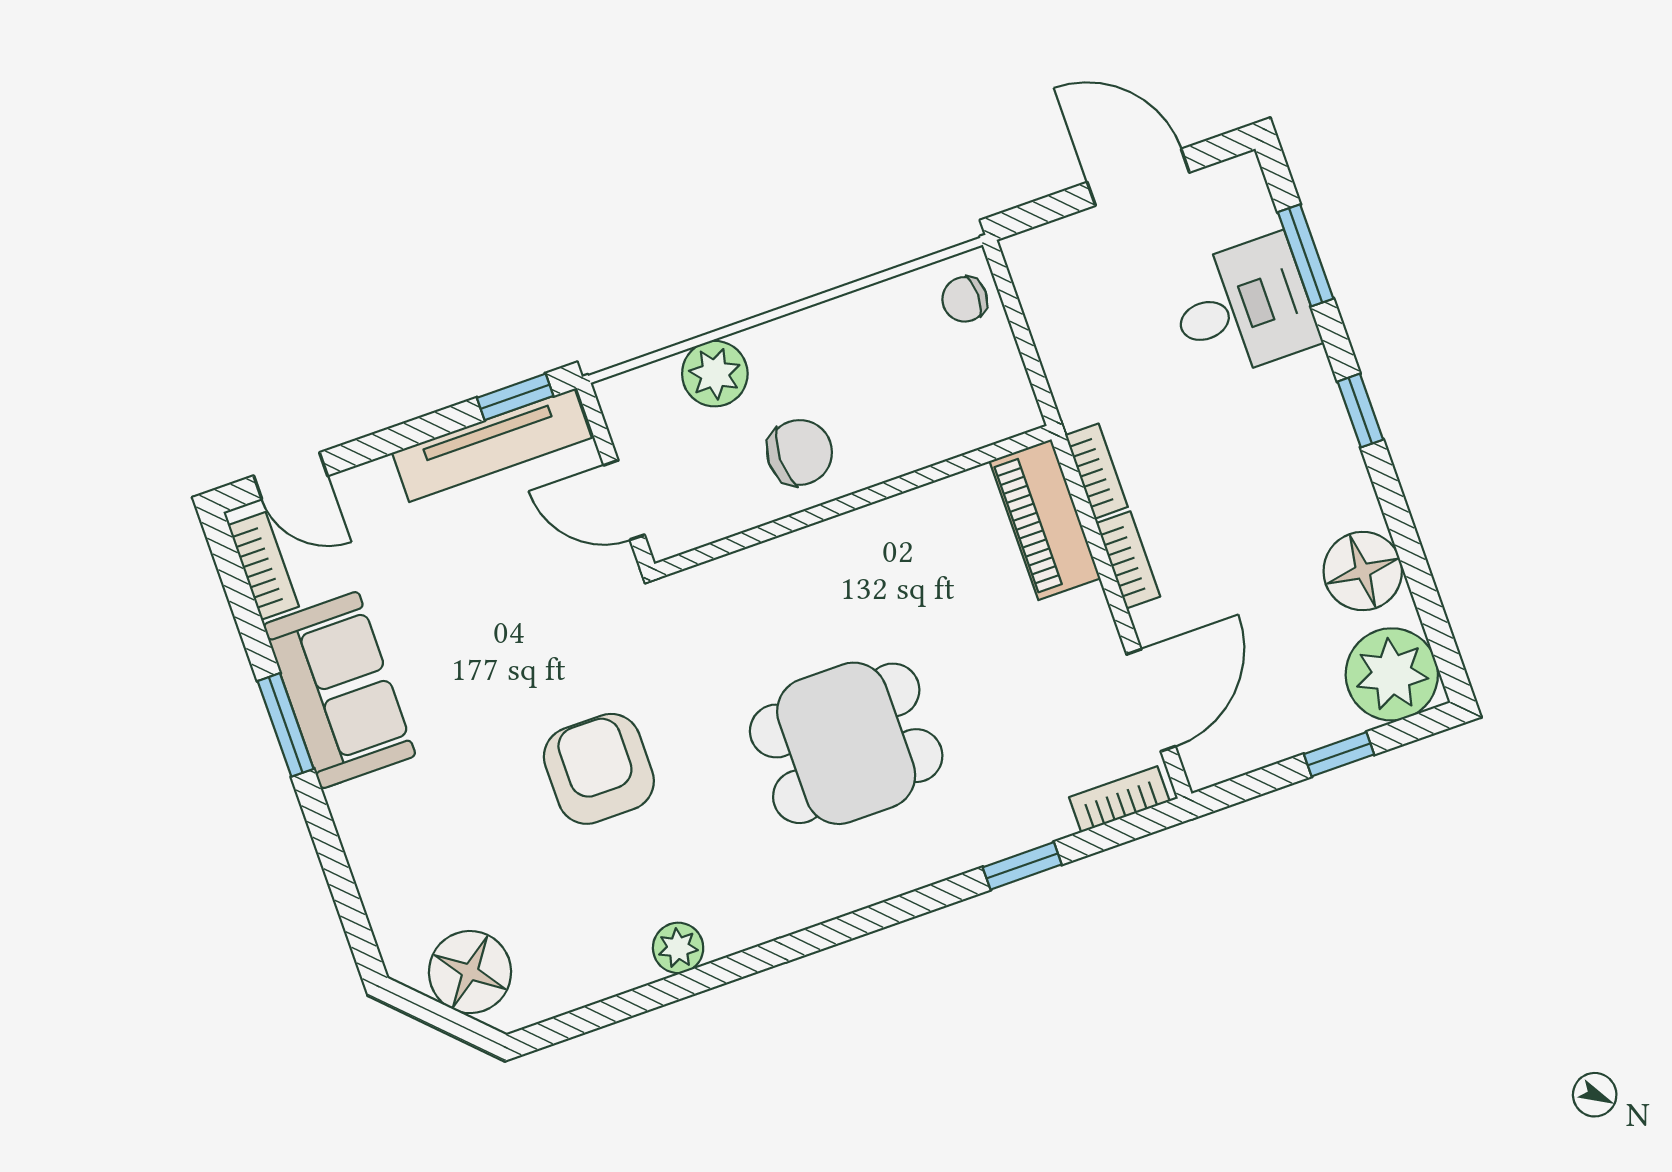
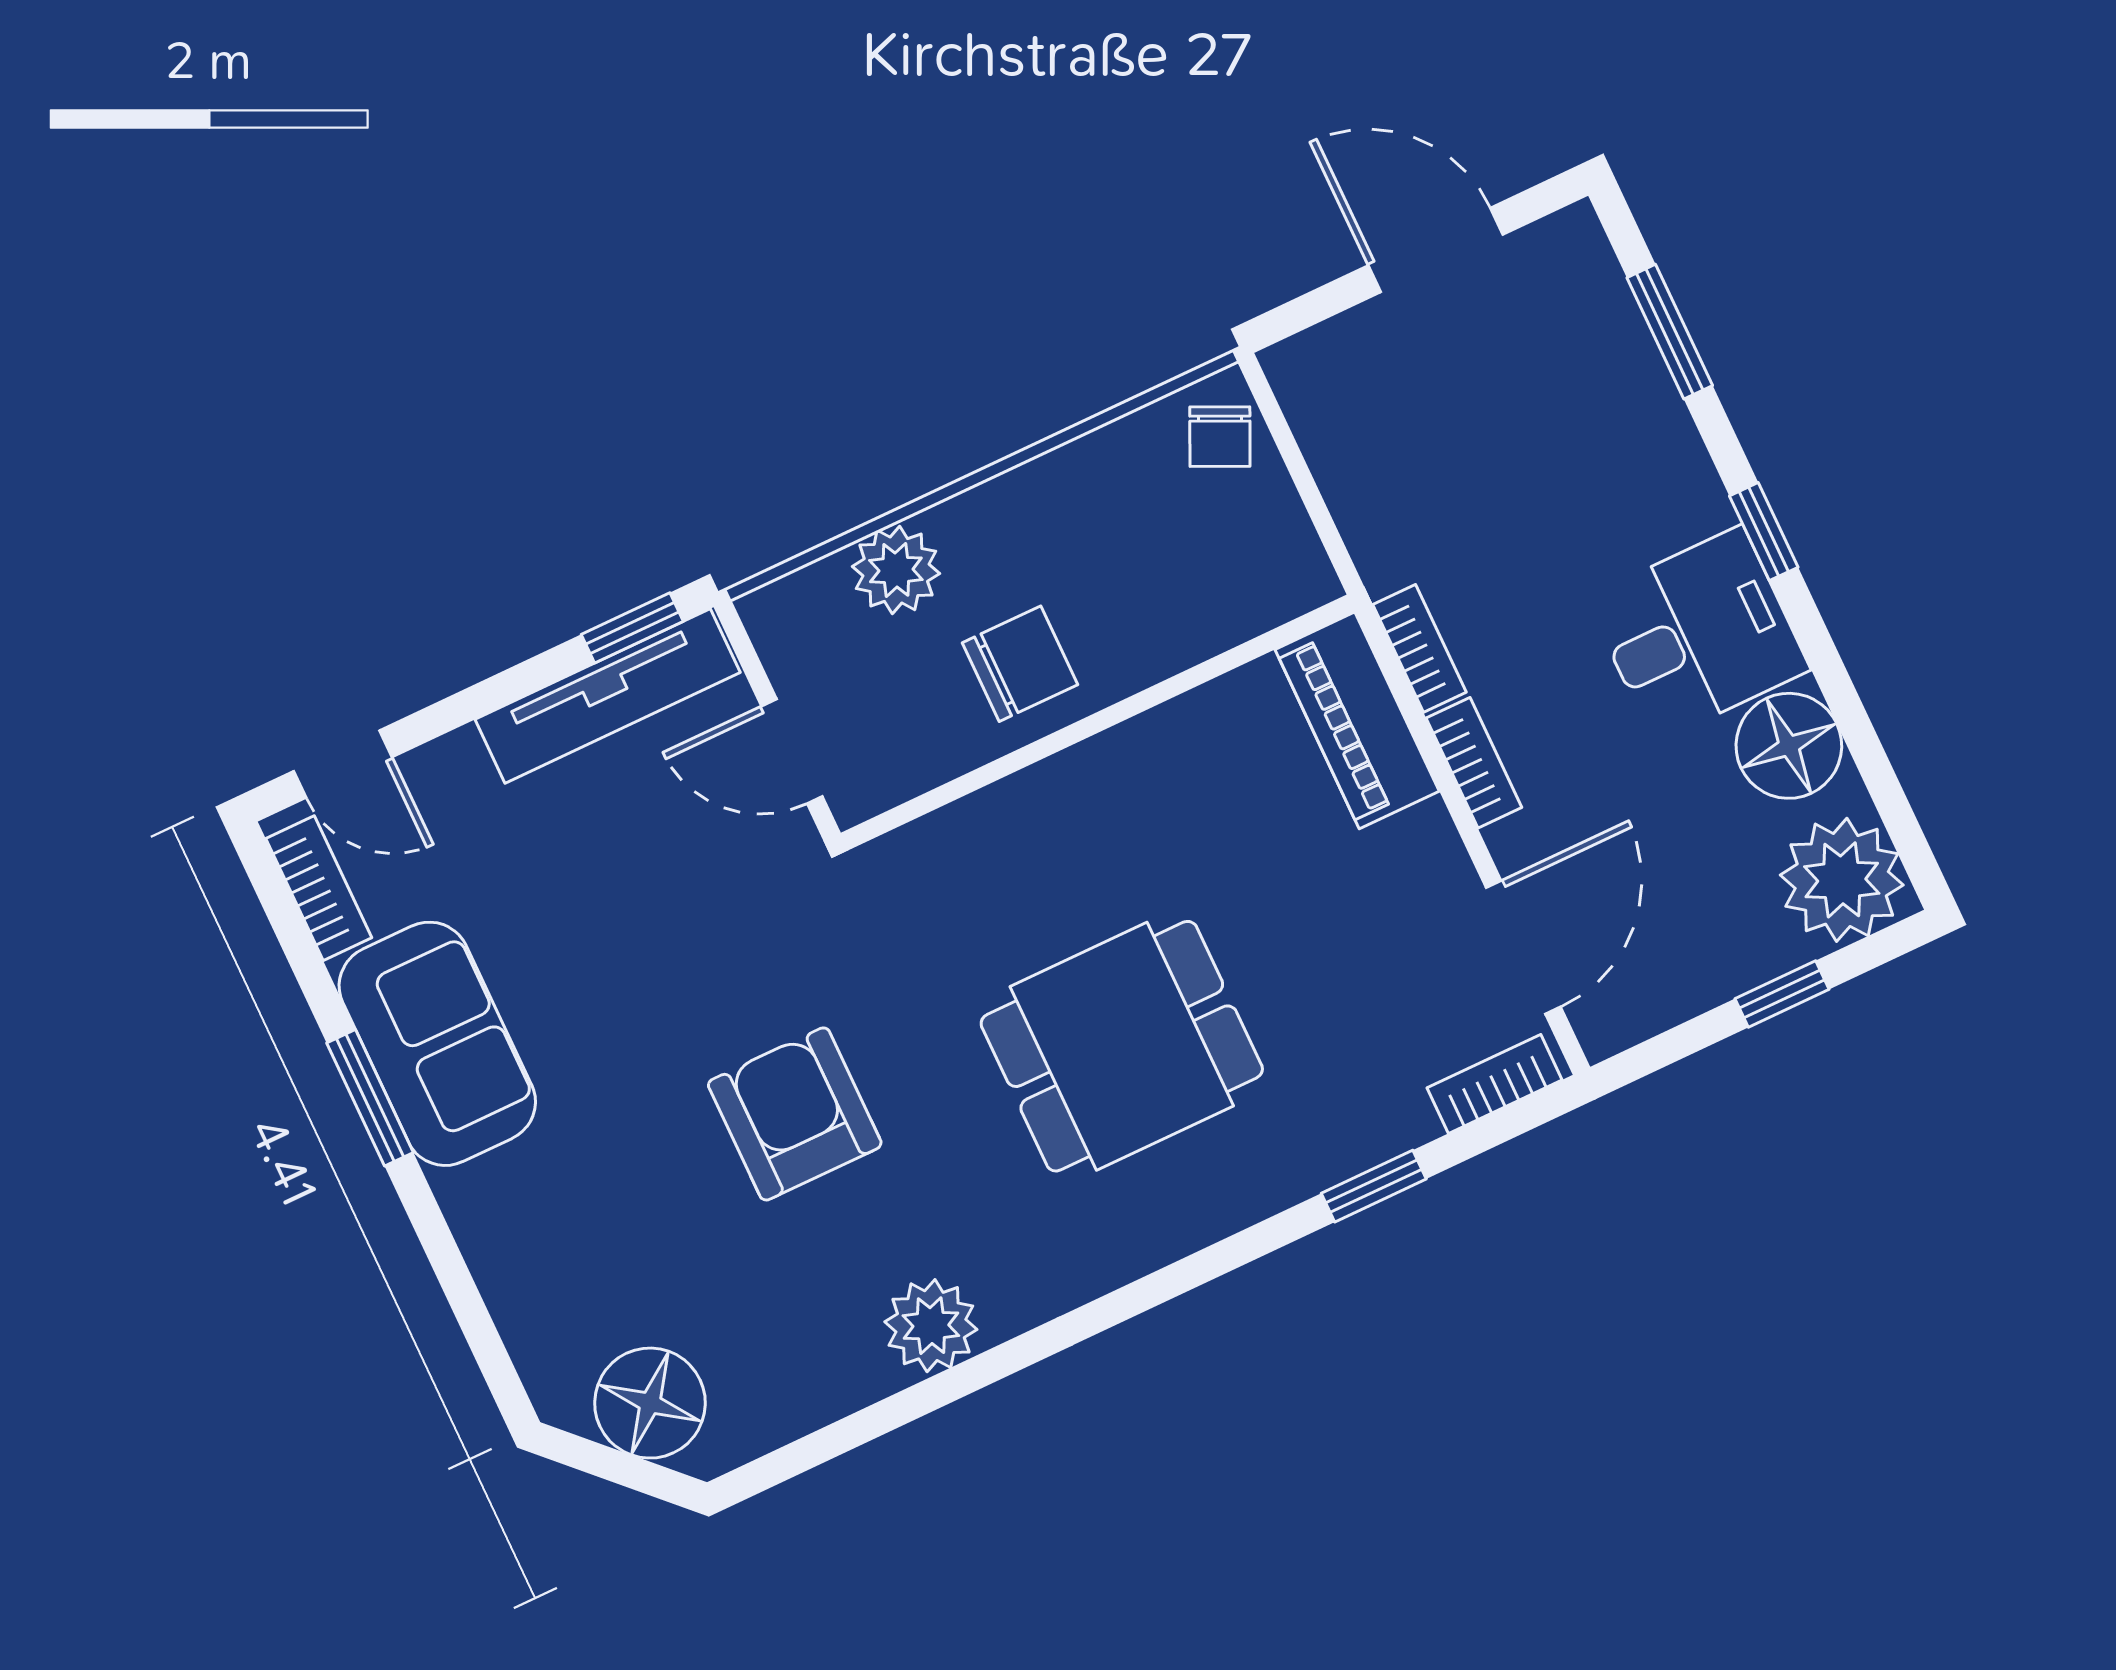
chair: (965, 299) -> (1220, 437), turned -65
desk: (1243, 308) -> (1698, 634), moved
plant: (678, 948) -> (931, 1326), width x1.38, depth x1.38

